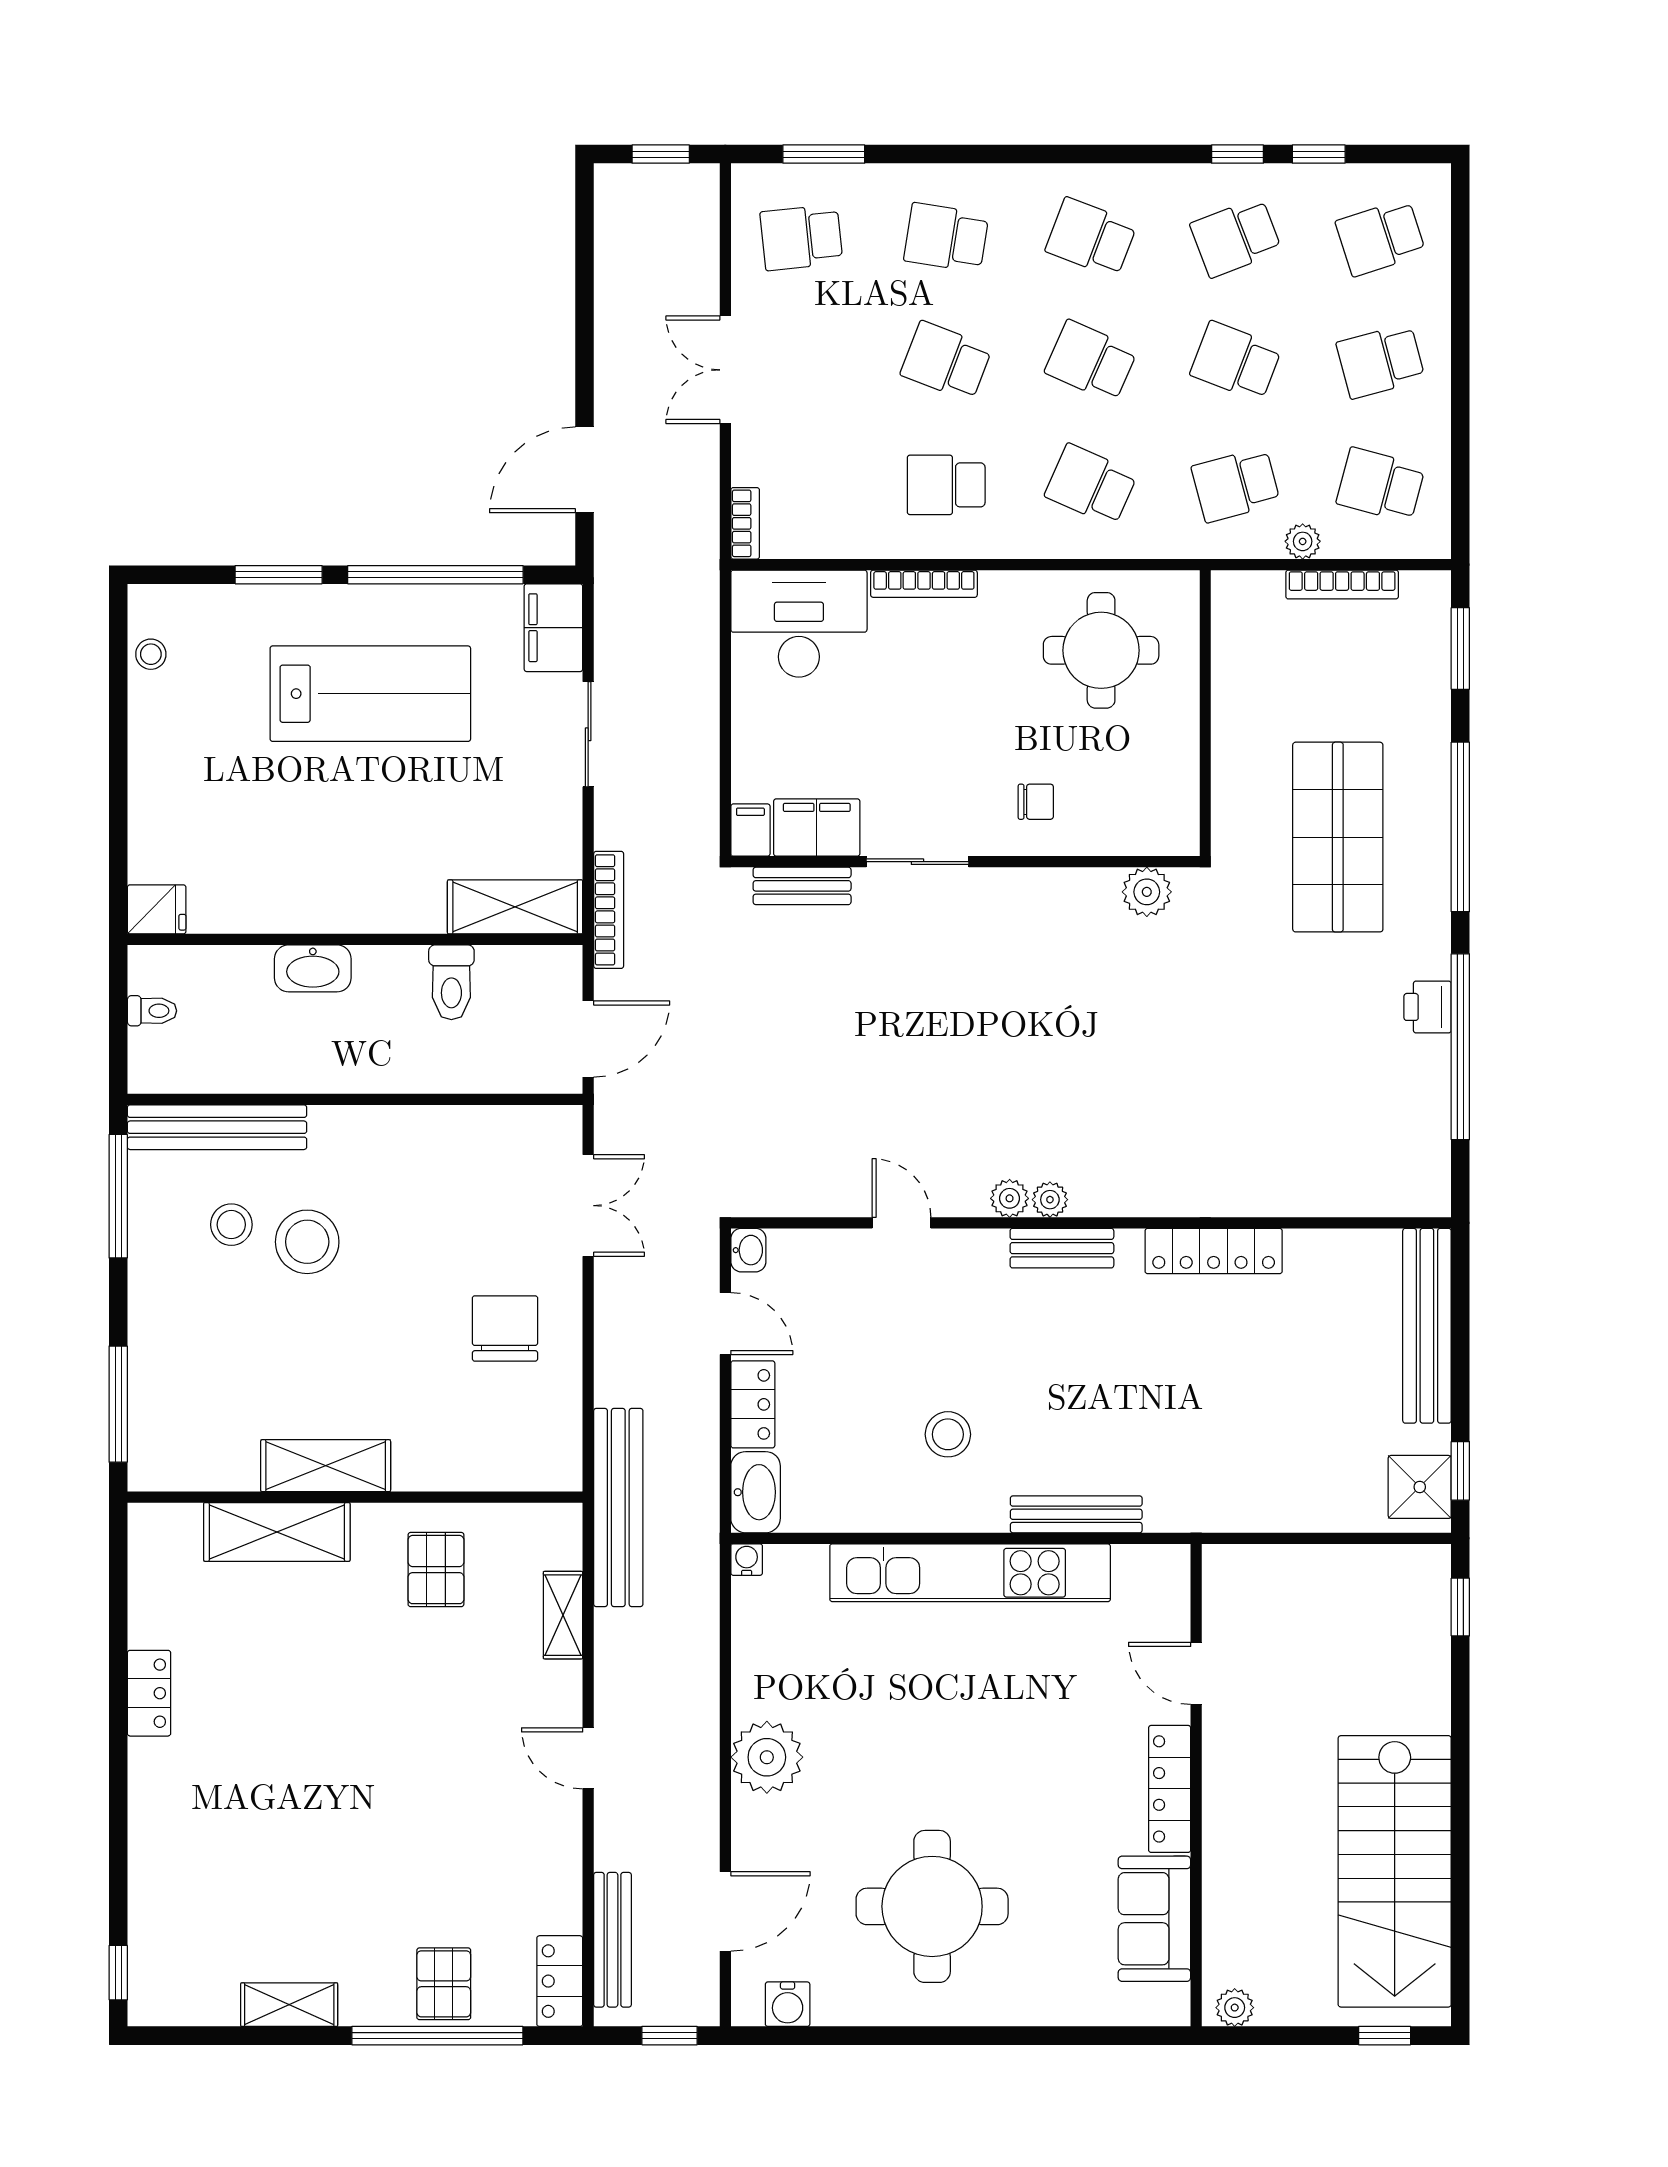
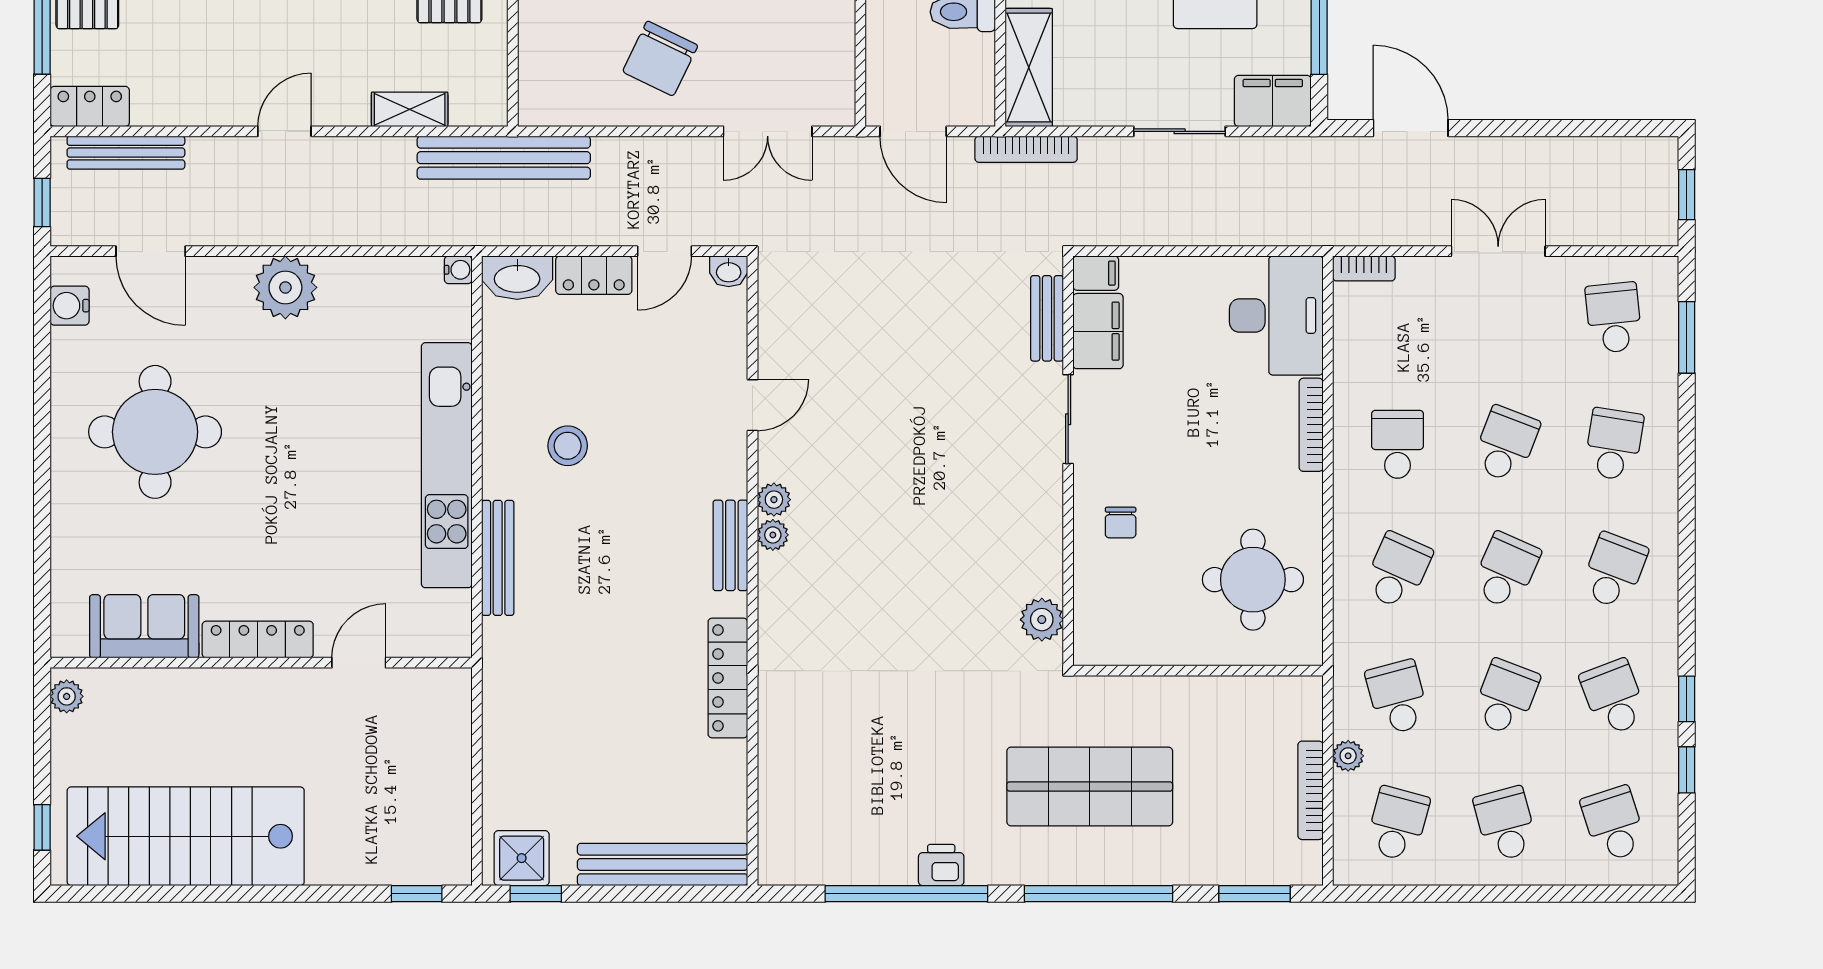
chair: (505, 1328) -> (660, 59), turned 116

